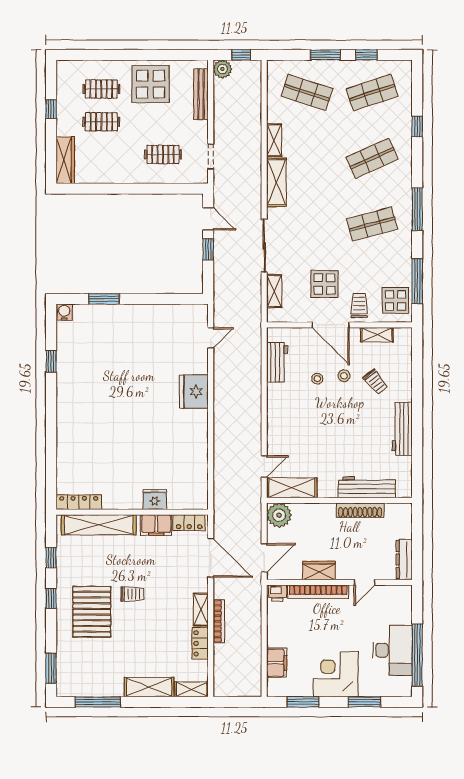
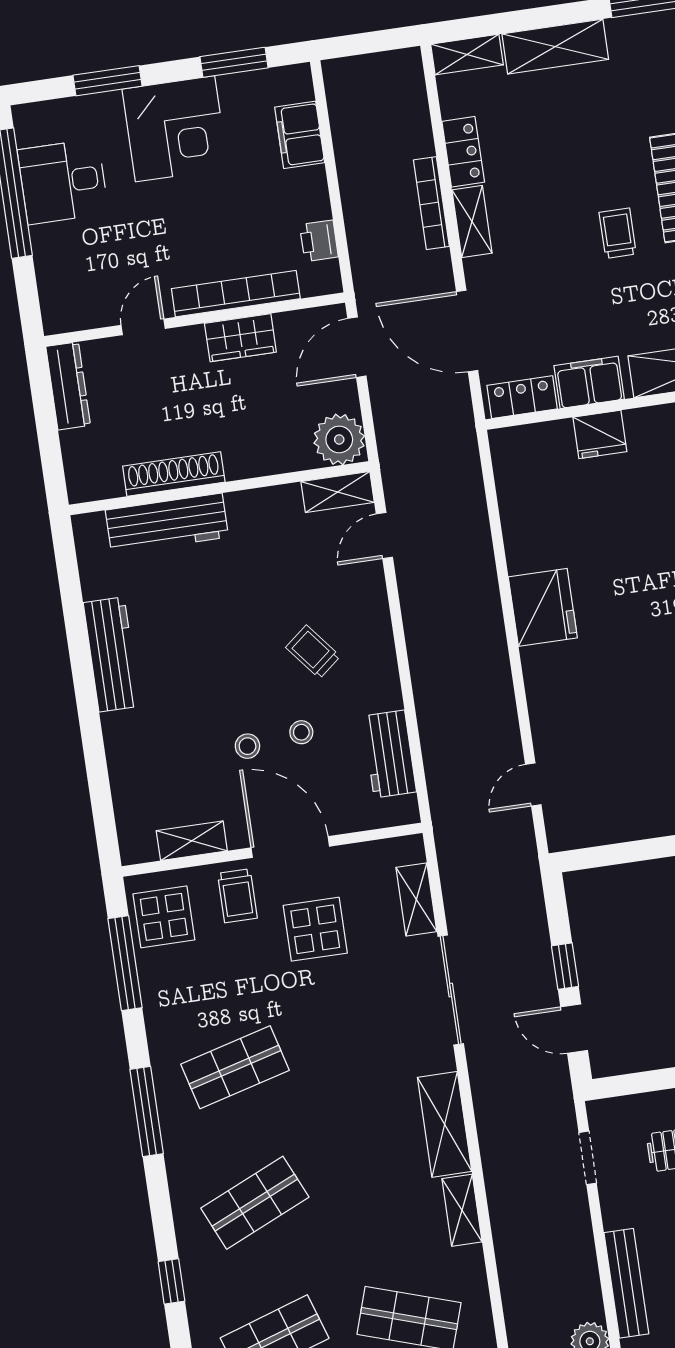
trolley: (376, 382) -> (313, 652), moved
fridge: (194, 392) -> (543, 607), moved
shelving: (292, 488) -> (338, 492), width x0.67, depth x0.75
printer: (277, 593) -> (319, 241), moved, turned -90
trolley: (132, 594) -> (618, 233), turned 90
desk: (393, 650) -> (63, 182), width x0.73

